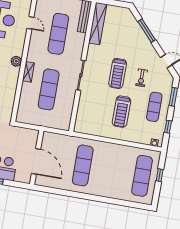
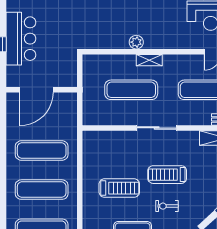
plant: (16, 61) -> (136, 42), moved
treadmill: (121, 112) -> (119, 188), turned 180
exercise mat: (112, 171) -> (42, 190), added

